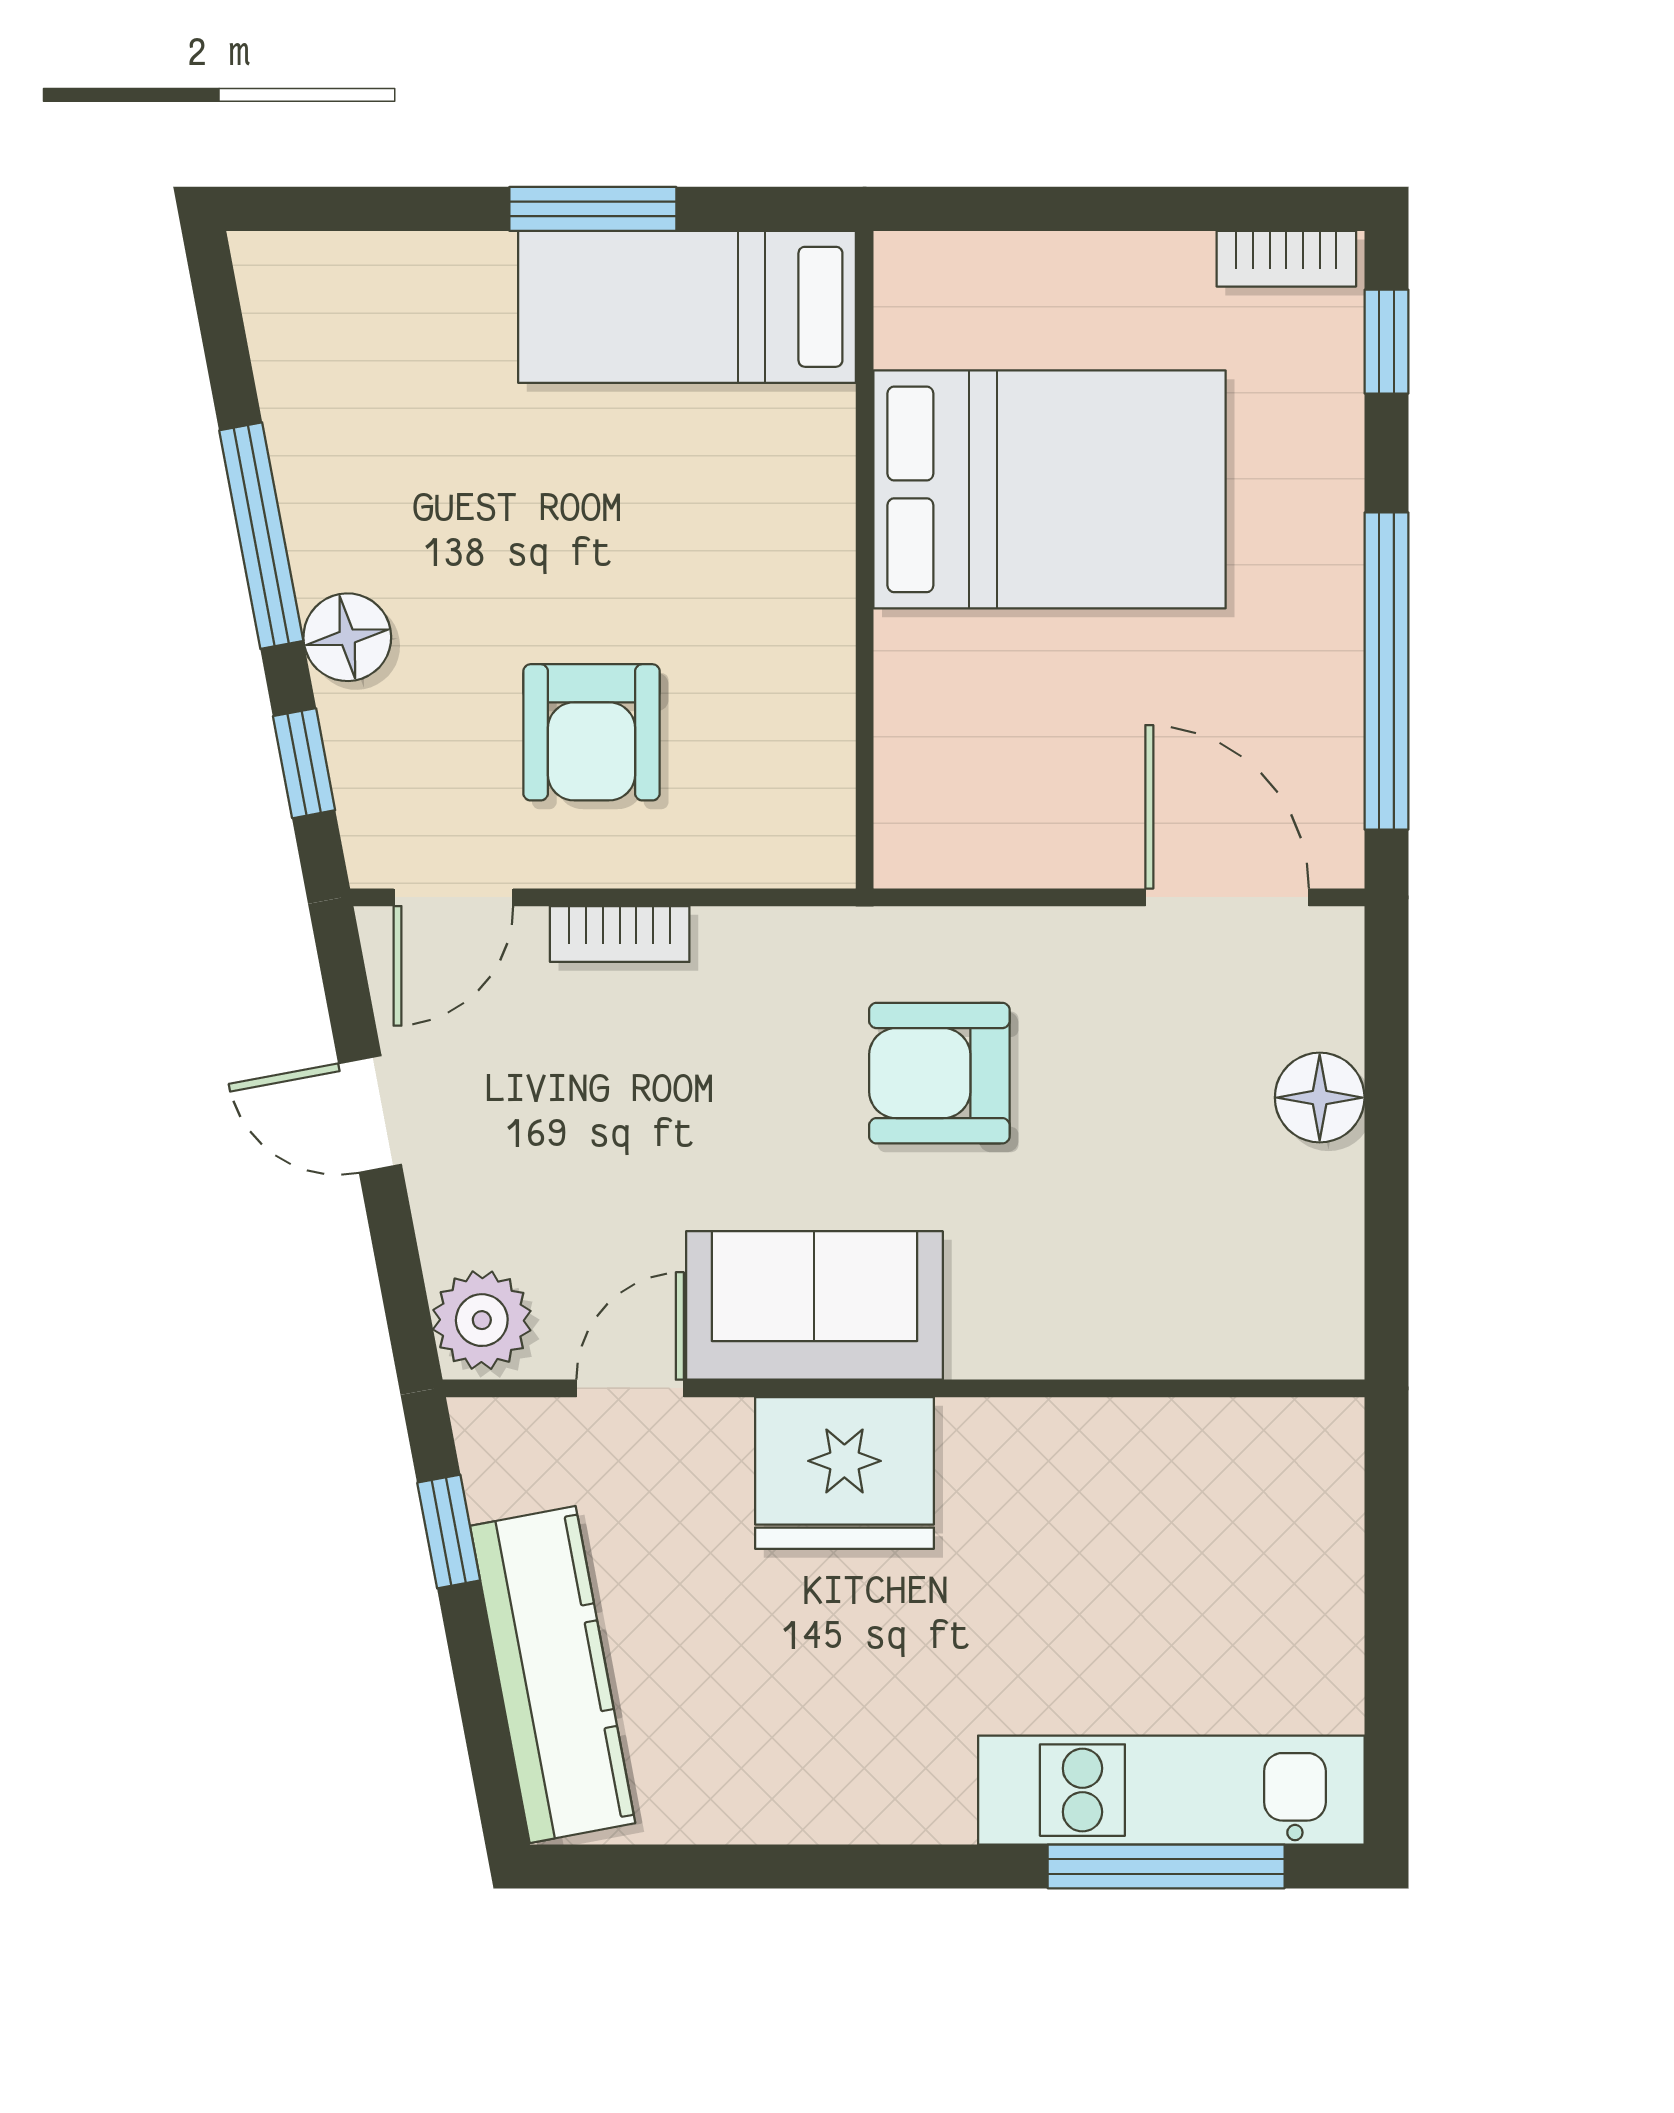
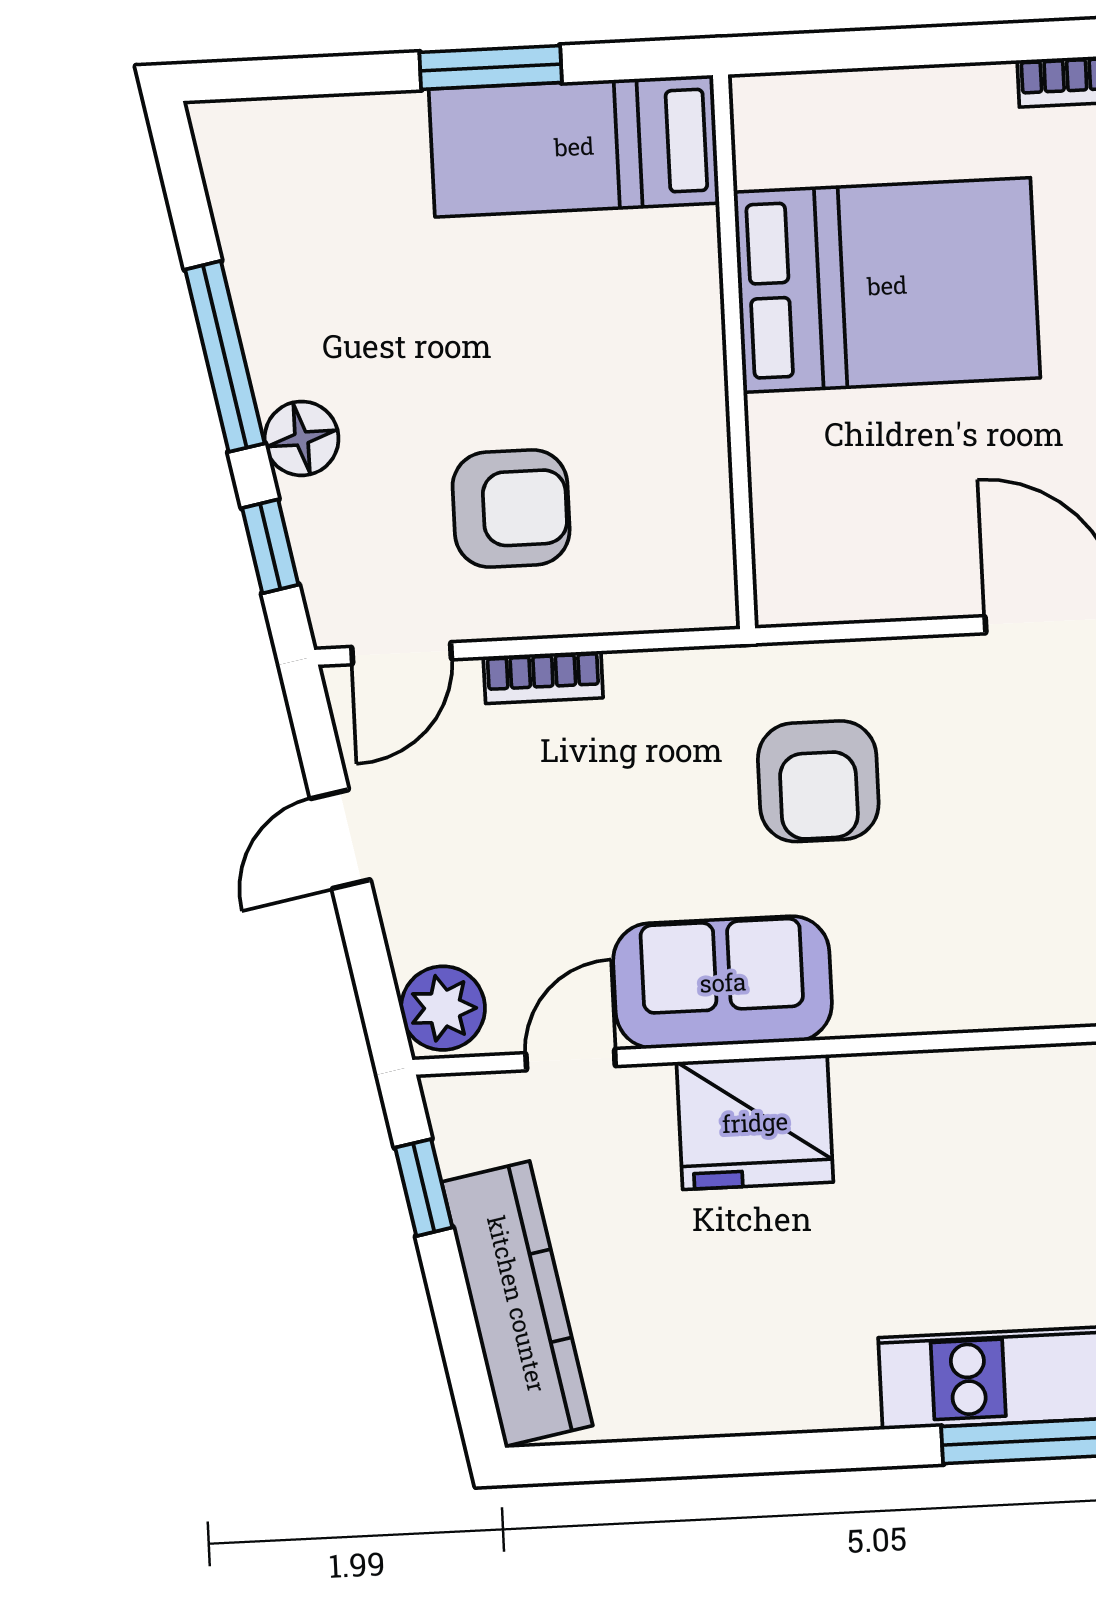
armchair: (591, 732) -> (511, 509), turned -90
armchair: (939, 1073) -> (818, 781), turned -90
door: (370, 1114) -> (340, 839), hinge flipped

